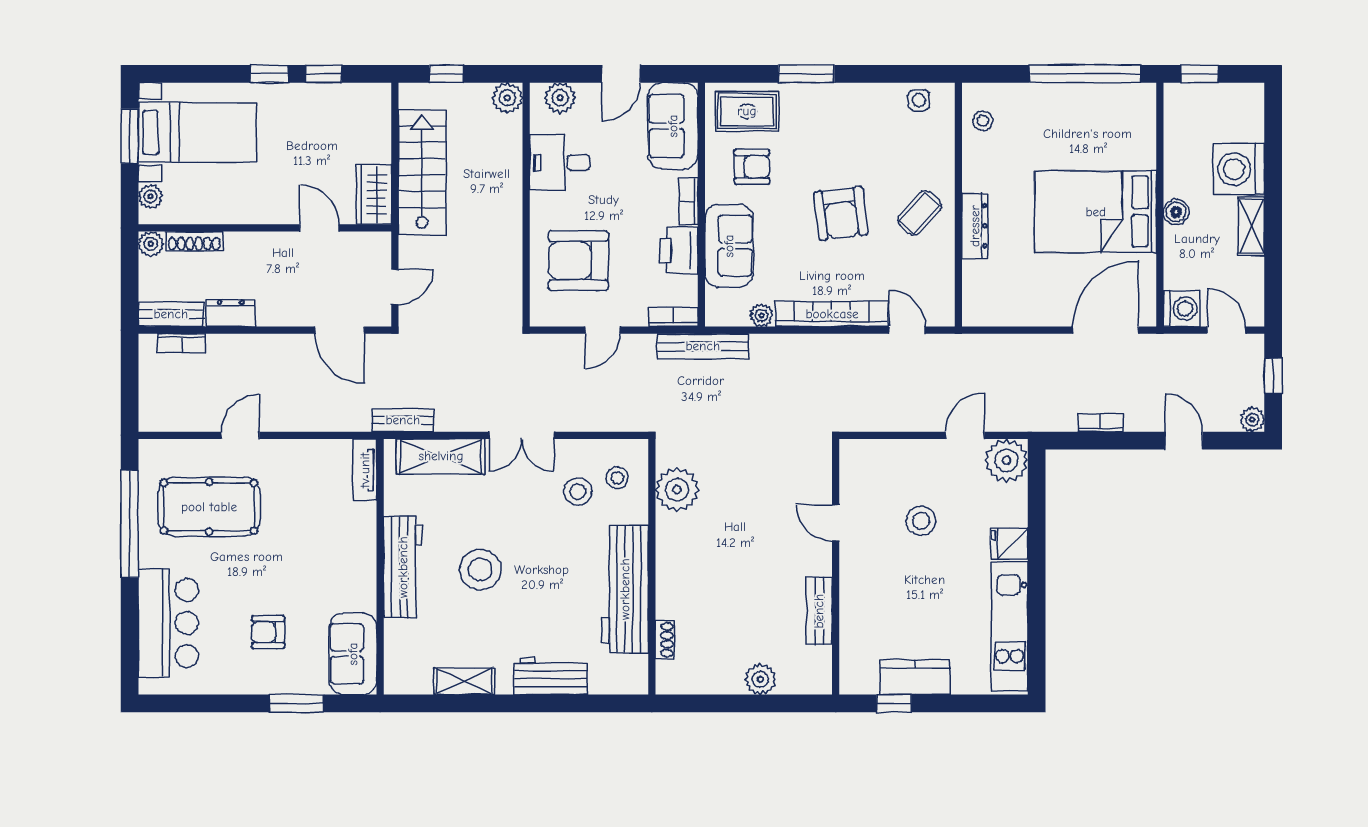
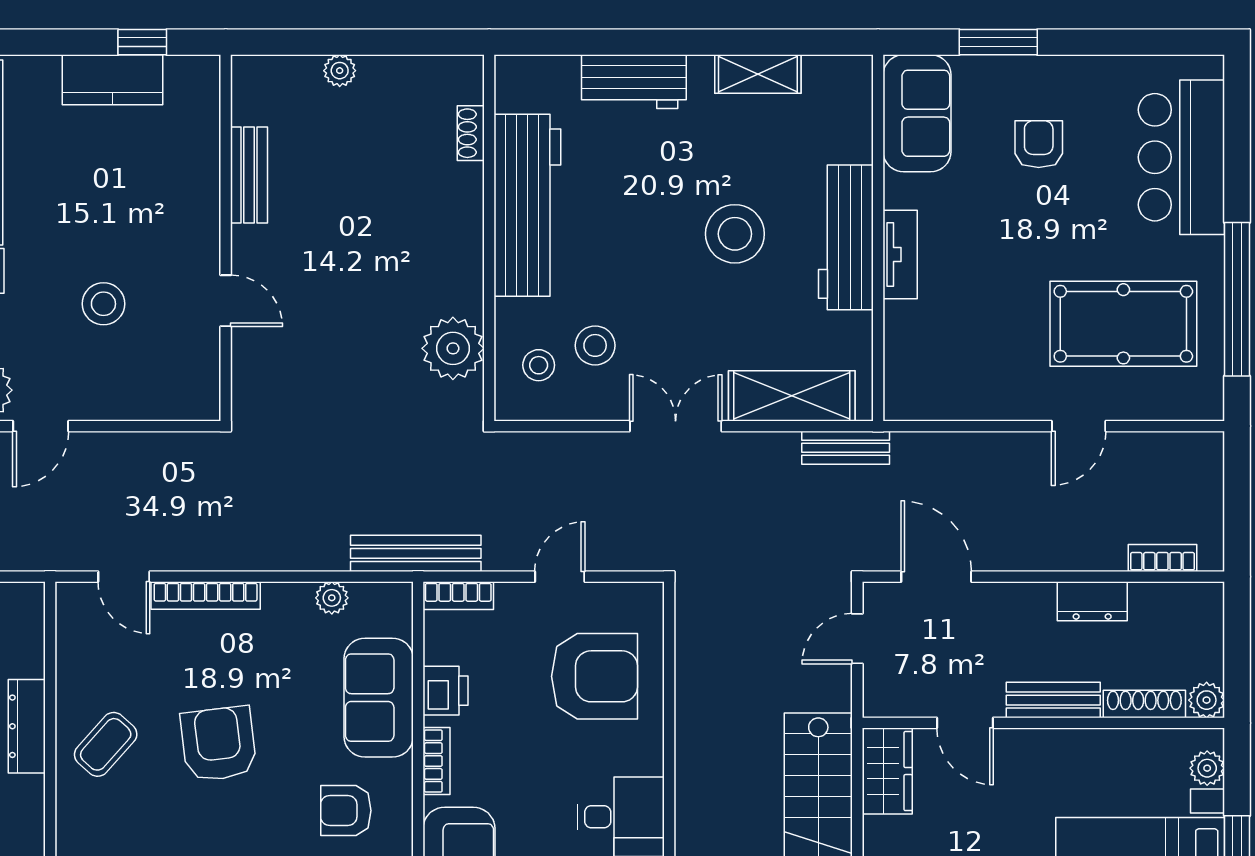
printer: (679, 251) -> (445, 691), width x0.73, depth x0.81
bench: (171, 314) -> (1053, 700), moved
bookcase: (832, 314) -> (206, 596), width x0.68, depth x0.76
tv unit: (365, 470) -> (900, 255), moved
armchair: (268, 632) -> (1039, 144), turned -90
plant: (760, 679) -> (340, 71), width x0.73, depth x0.73

